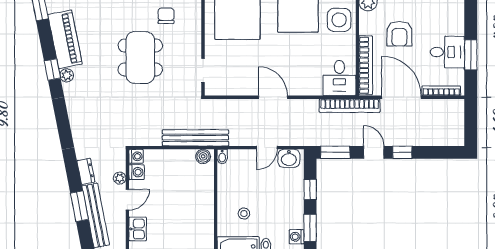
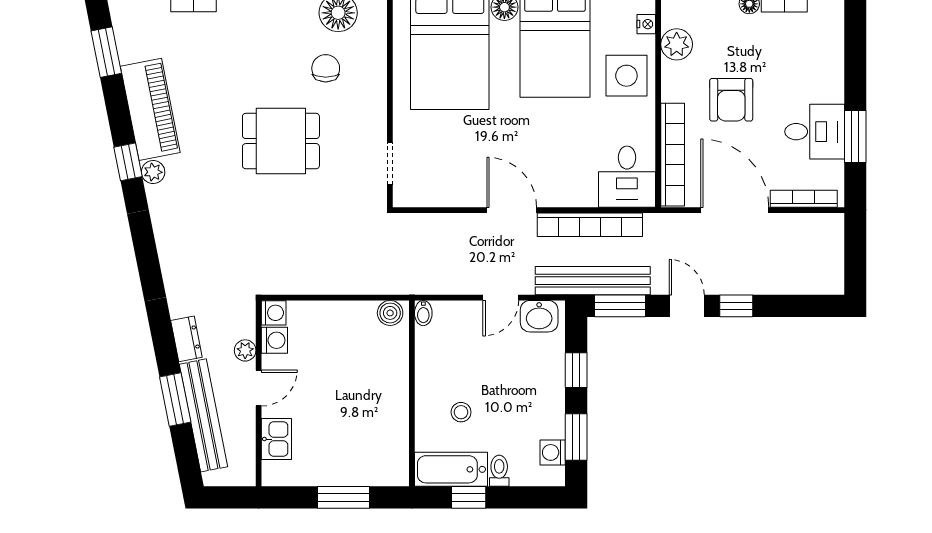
dining table: (140, 57) -> (281, 141), width x0.73
bookcase: (350, 106) -> (590, 225), moved
bench: (195, 138) -> (593, 281), moved

